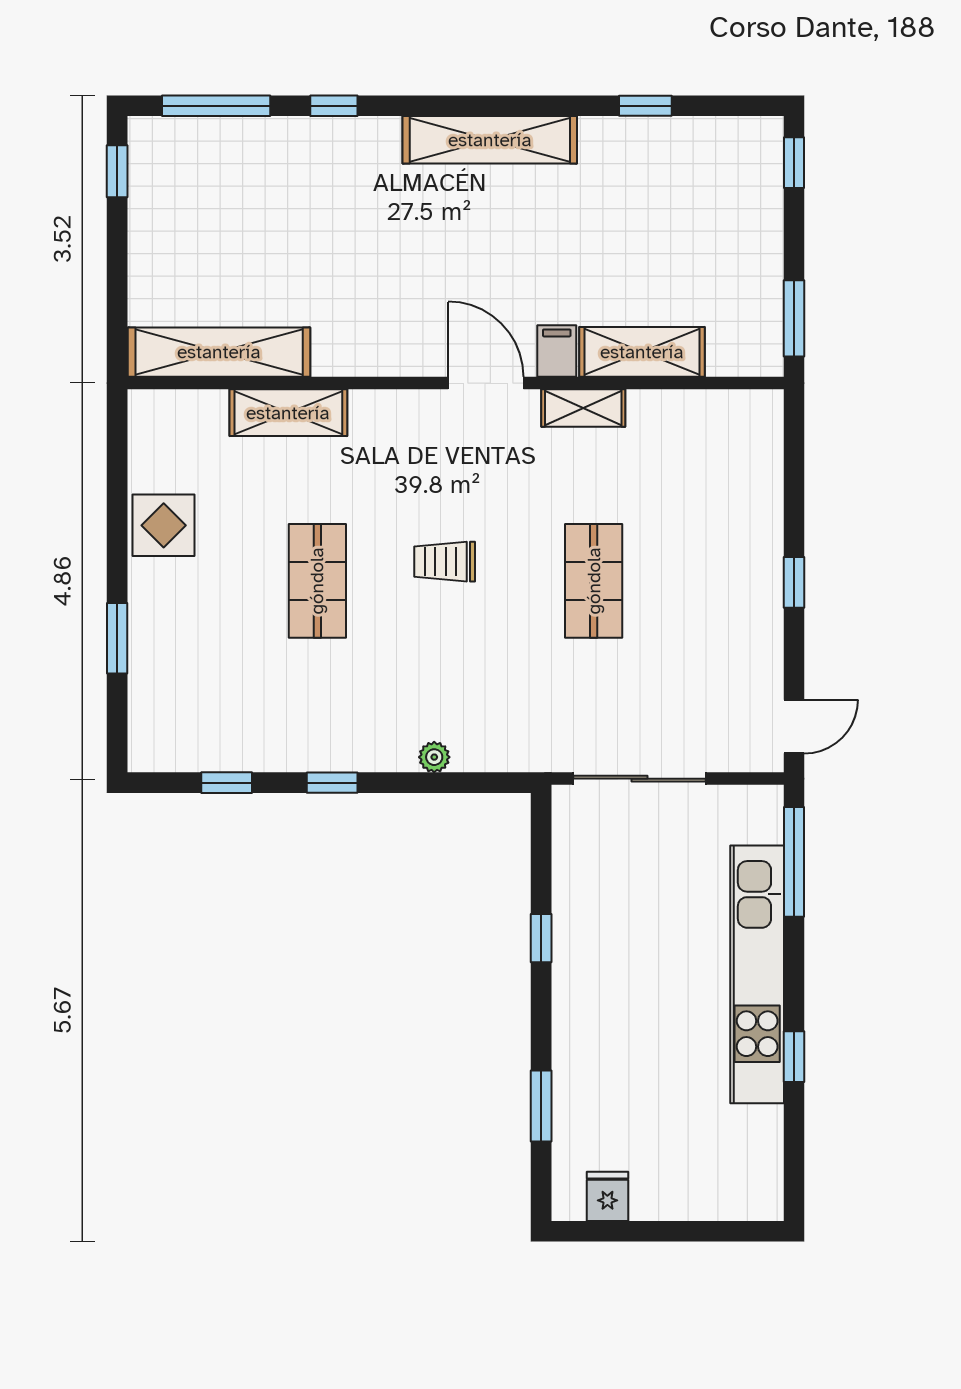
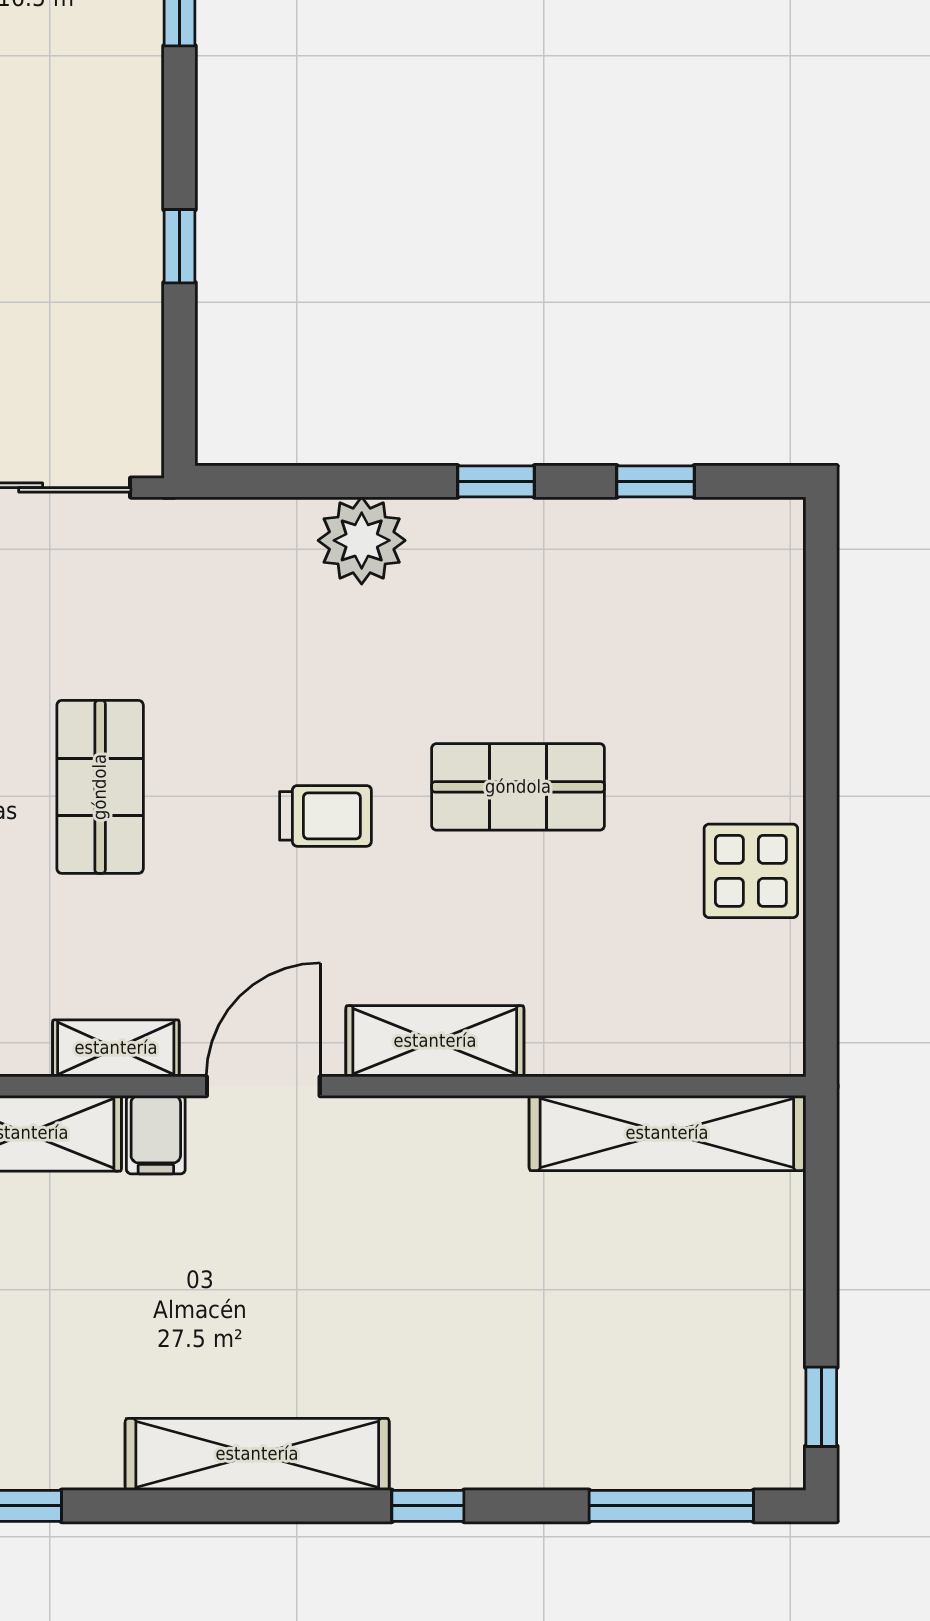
window: (334, 106) -> (428, 1506), moved
door: (486, 383) -> (263, 1086), swing flipped
shelving: (288, 413) -> (435, 1041), moved
shop shelf: (317, 581) -> (518, 787), turned 90
window: (117, 638) -> (821, 700), removed
plant: (434, 757) -> (362, 540), width x1.87, depth x1.87

